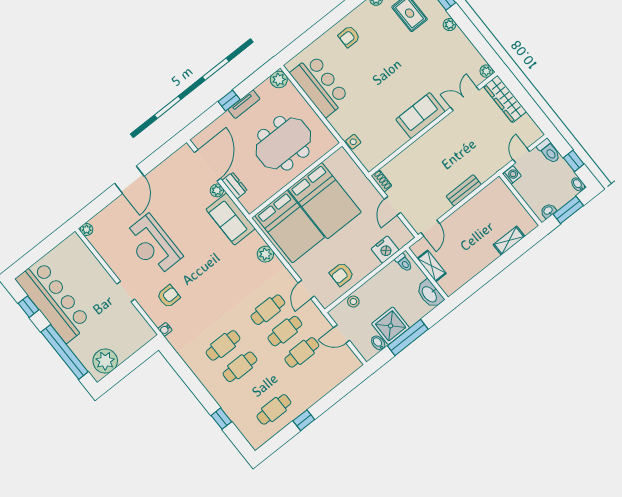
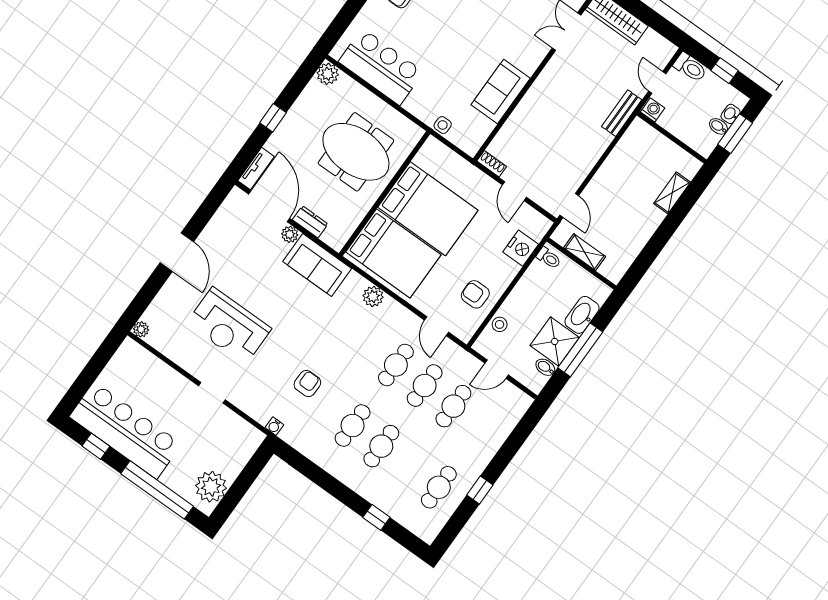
tv unit: (244, 104) -> (256, 169), moved
sofa: (420, 116) -> (501, 92), moved
meeting table: (283, 143) -> (356, 152), turned 90
bidet: (578, 185) -> (718, 126), moved
bench: (464, 190) -> (622, 113), moved
washbasin: (548, 211) -> (731, 114), moved
armchair: (342, 274) -> (475, 294), turned 90
washbasin: (430, 294) -> (582, 315), moved, turned 90
armchair: (169, 296) -> (307, 383), moved

